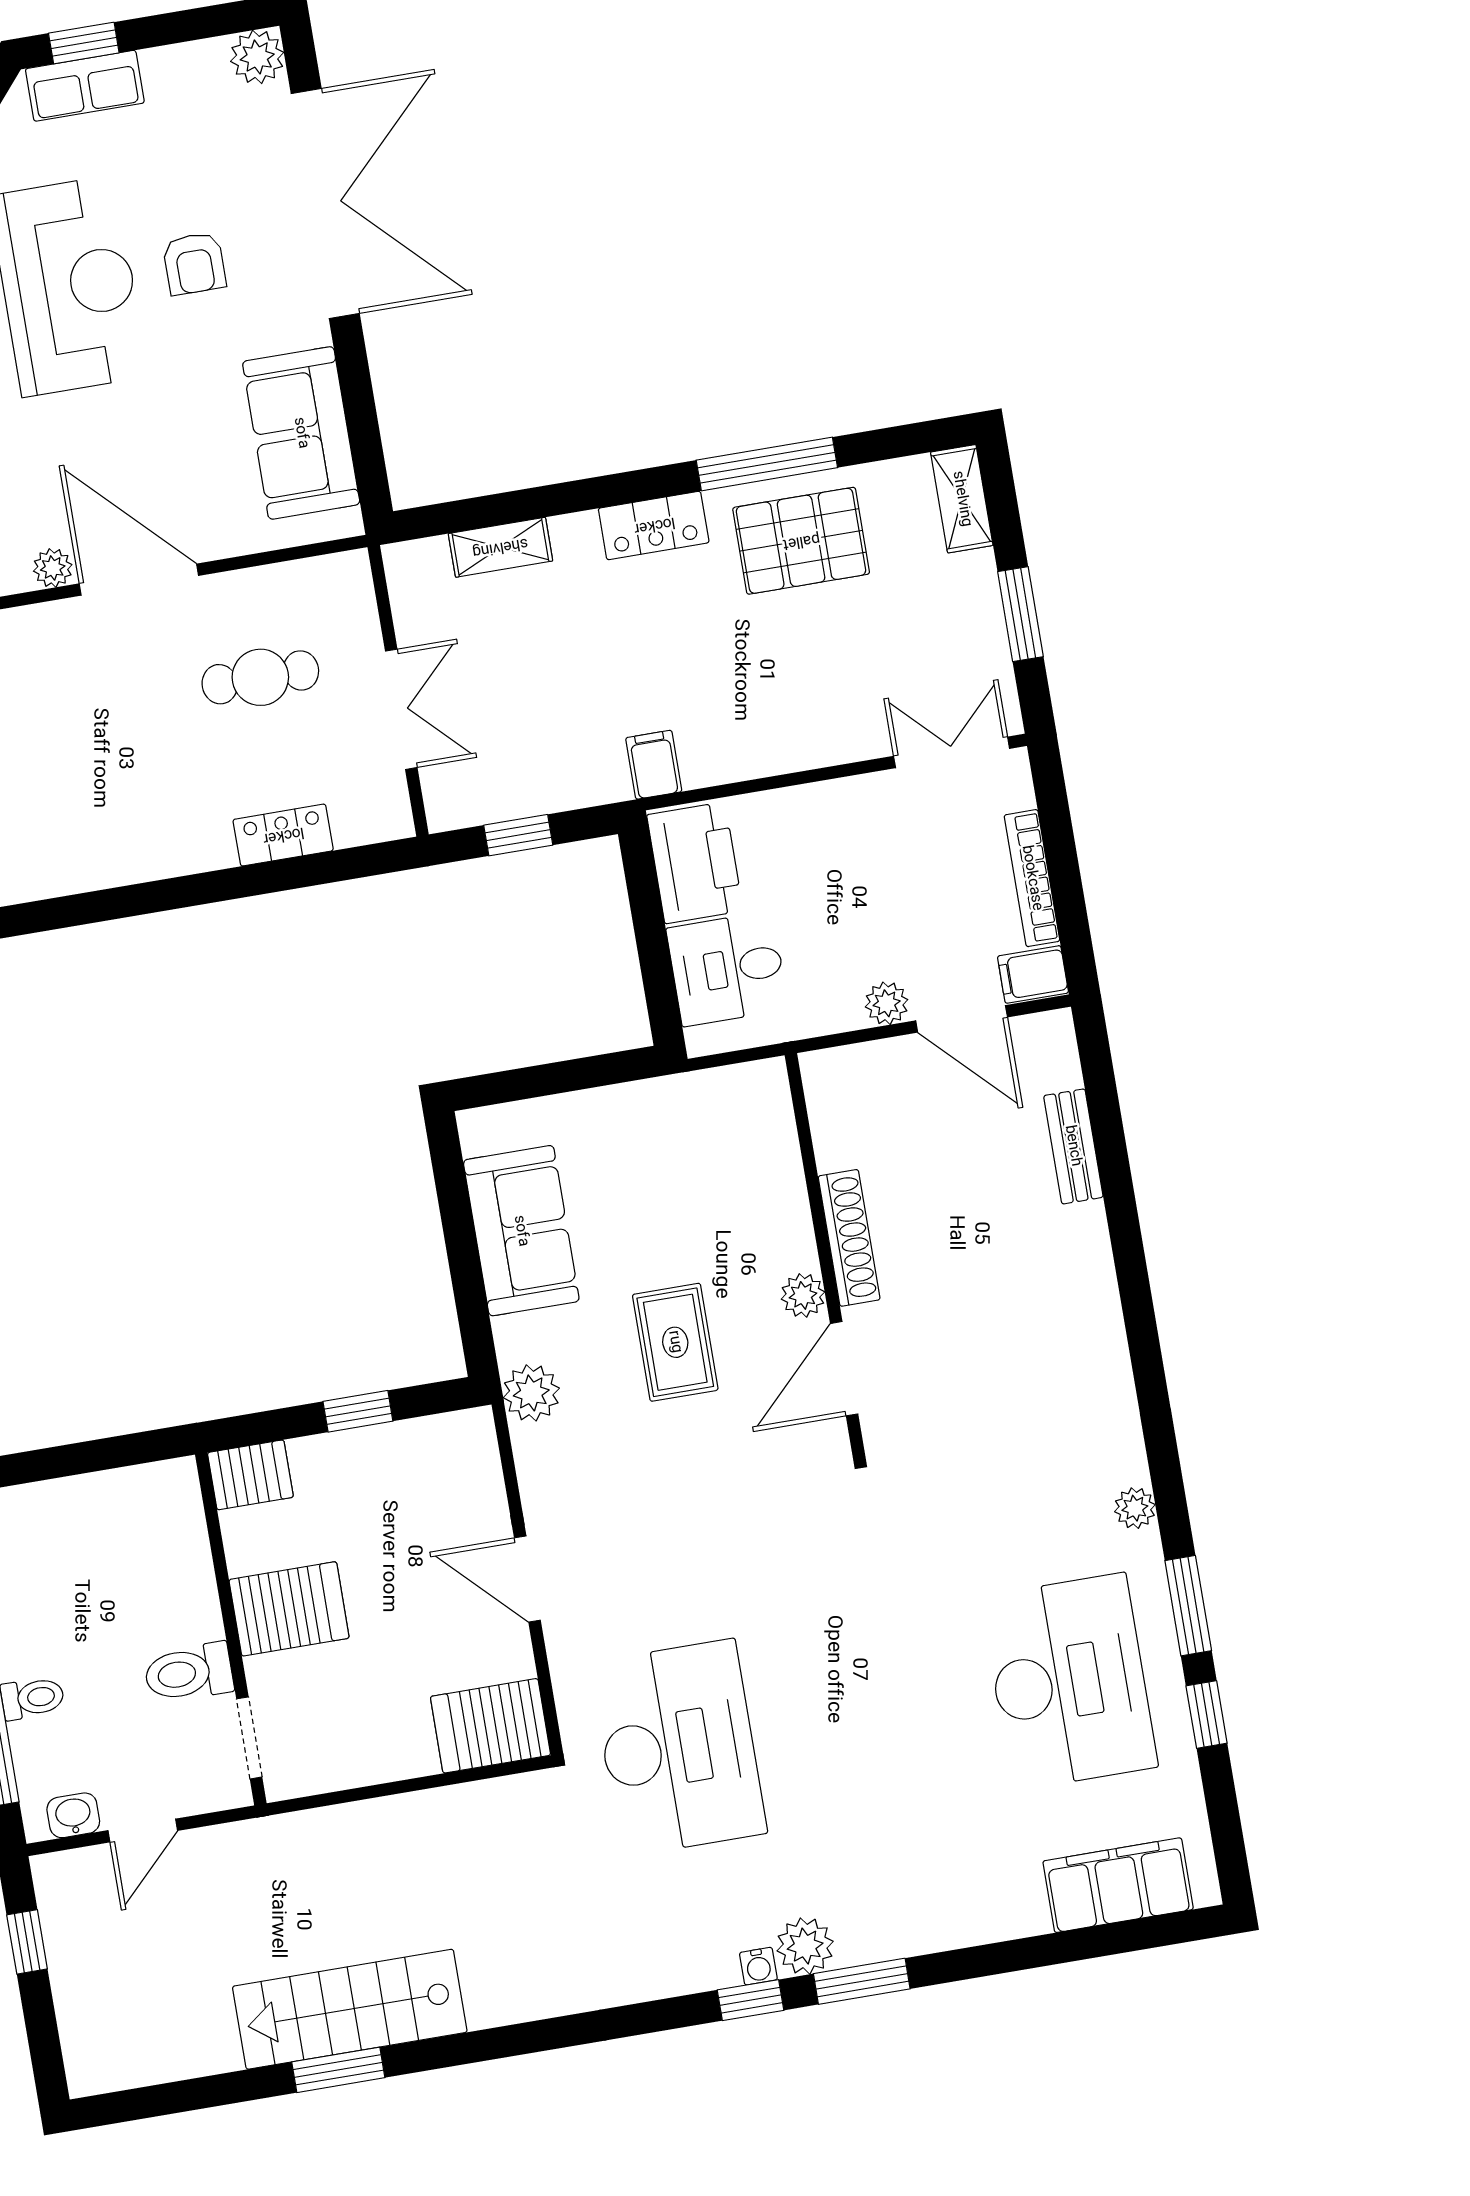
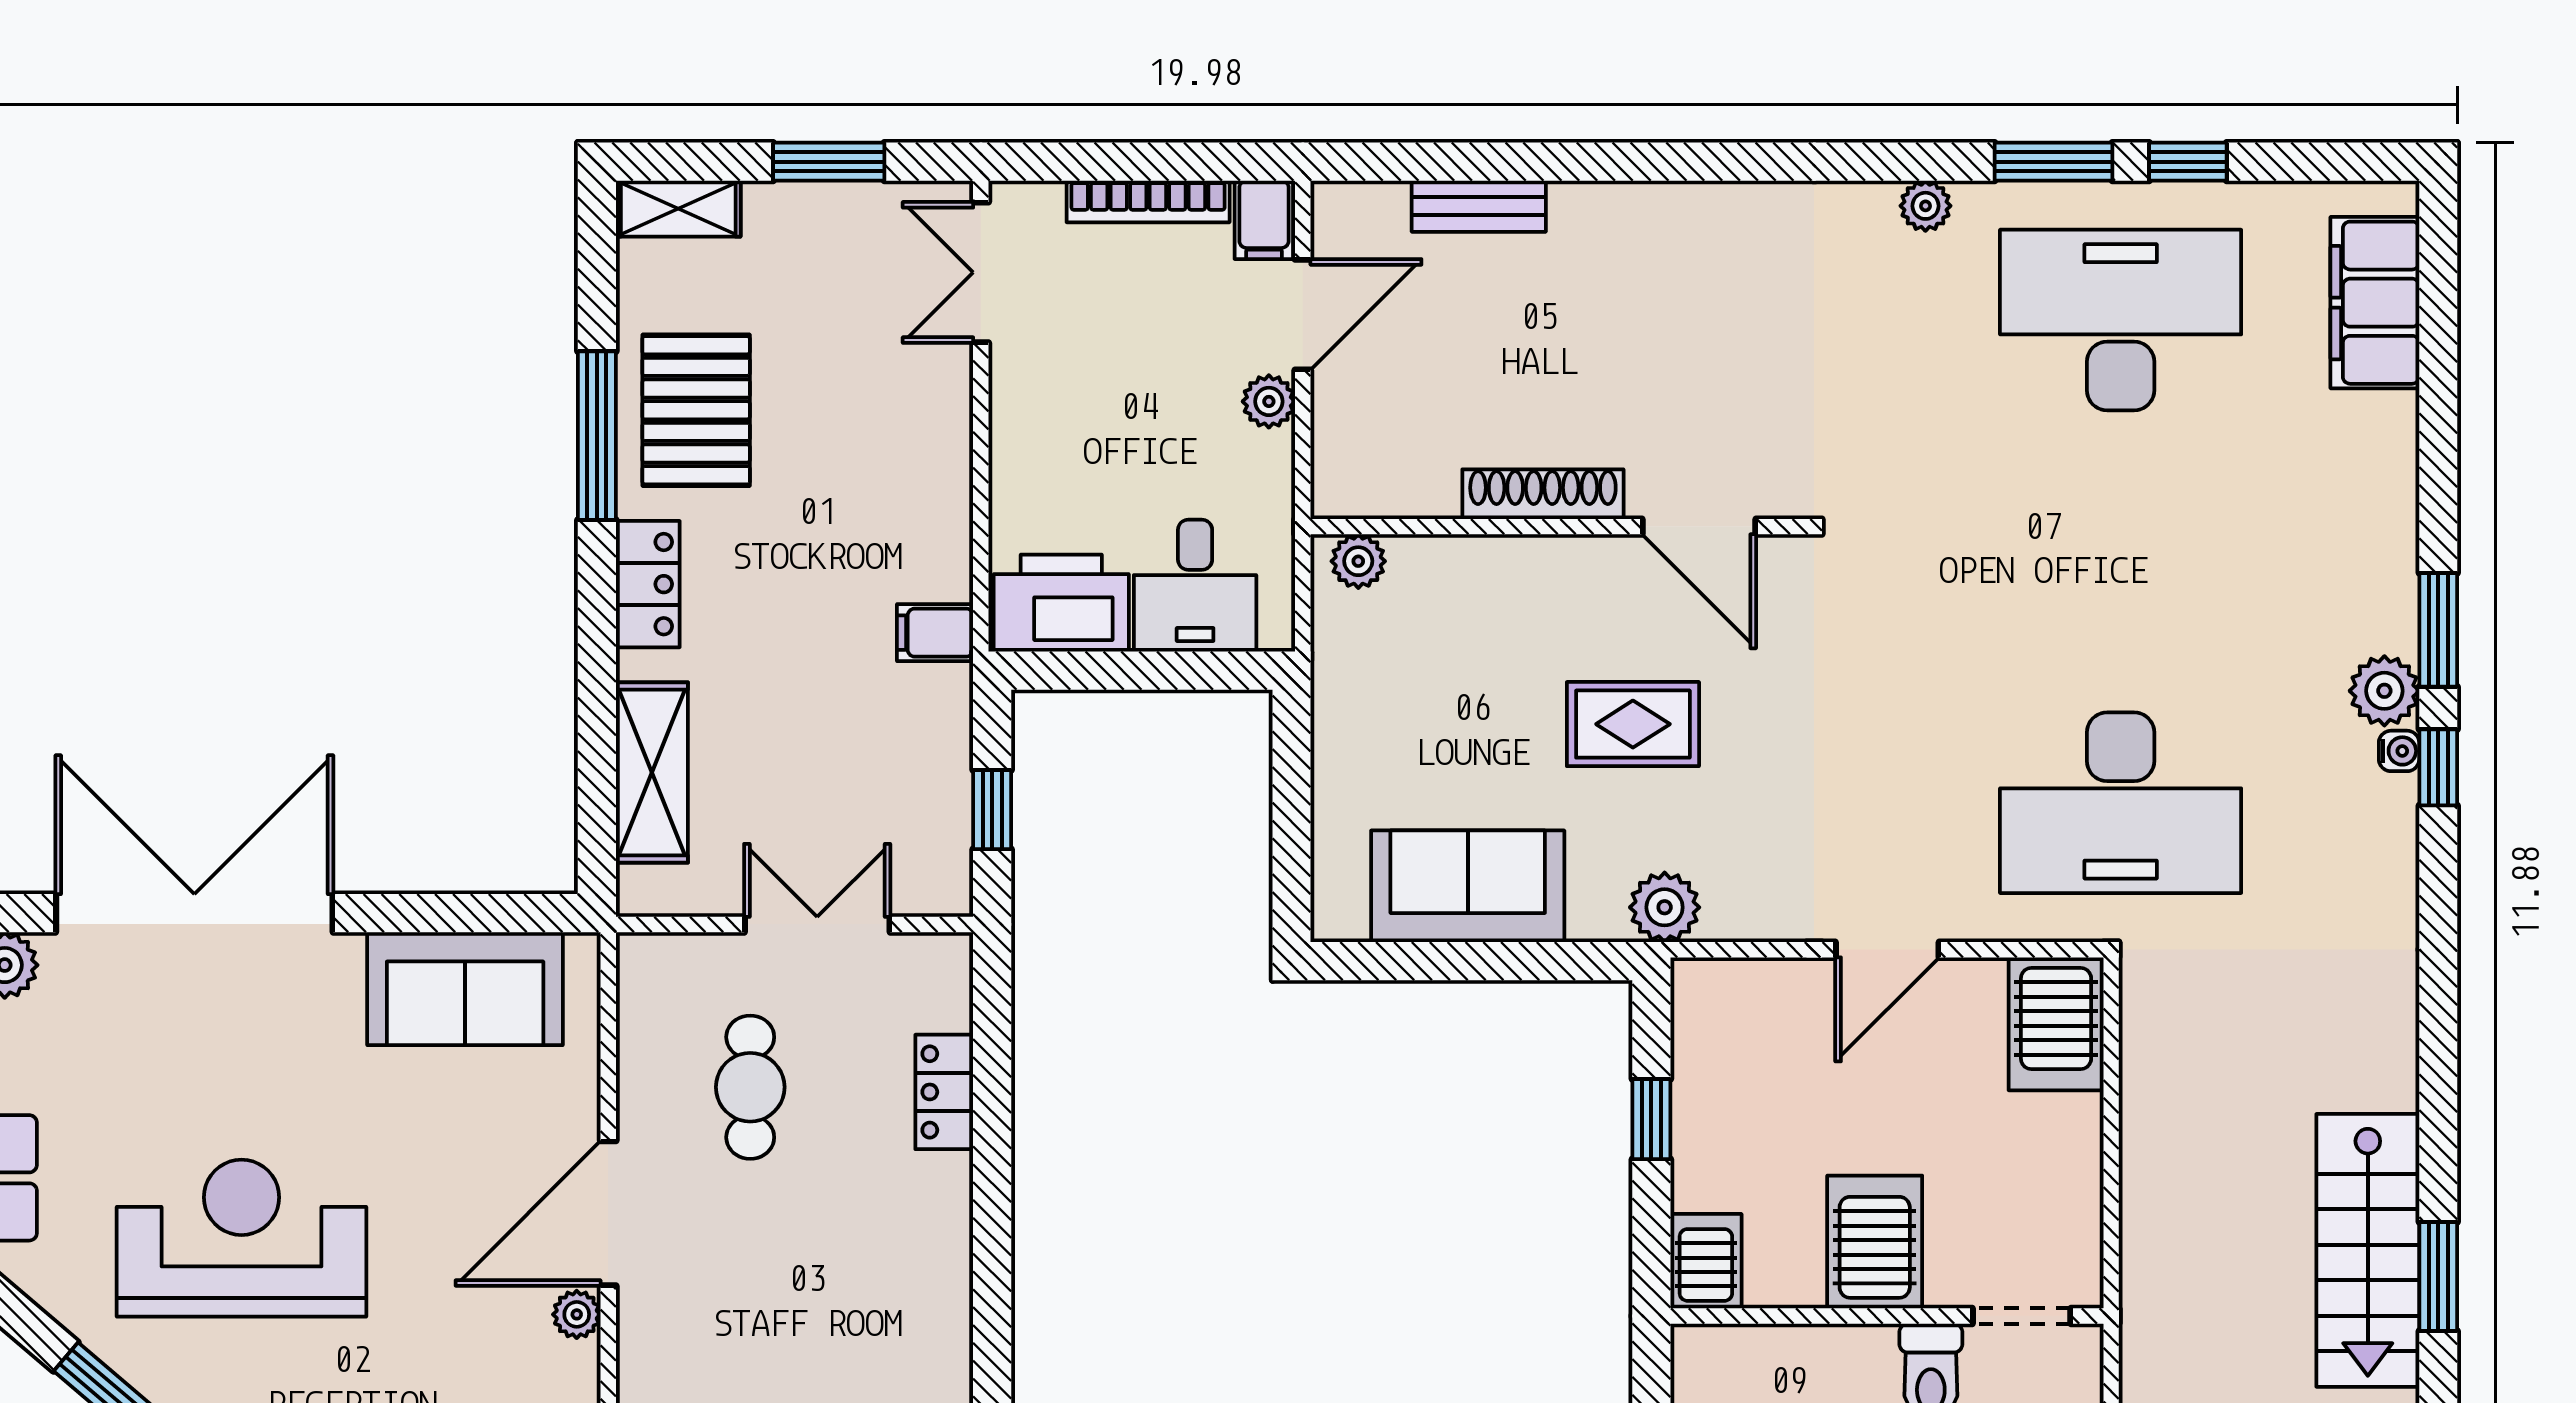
armchair: (194, 263) -> (240, 1083), removed
shelving: (500, 547) -> (652, 772), width x1.50, depth x1.33
plant: (803, 1295) -> (1358, 561), moved
desk: (678, 1748) -> (2121, 803), turned 180

